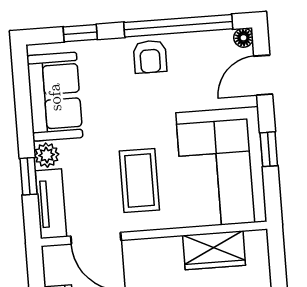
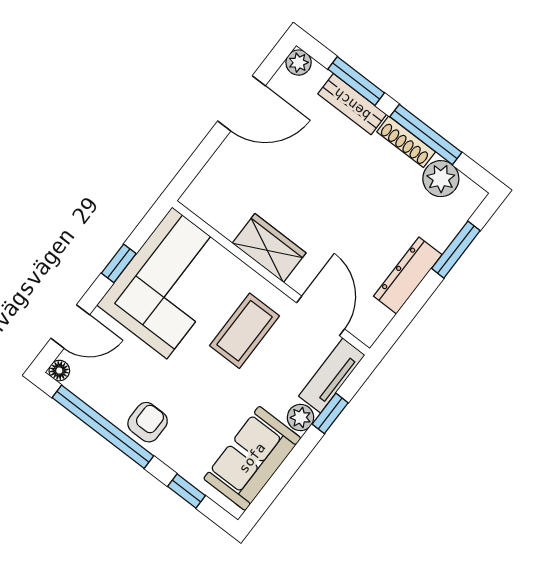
wardrobe: (214, 250) -> (269, 248), moved

